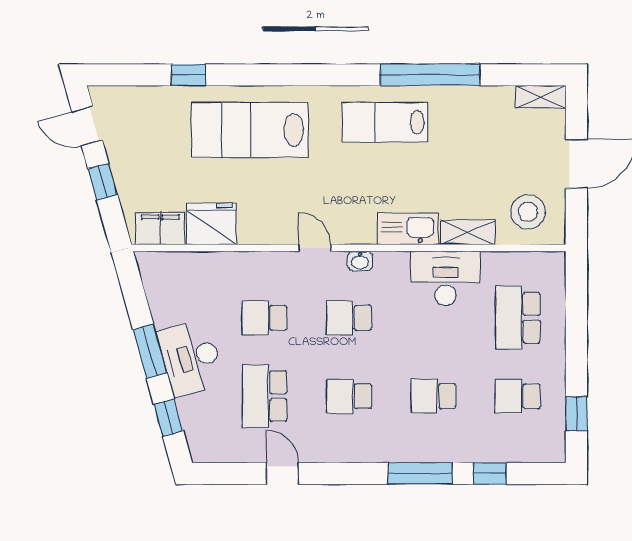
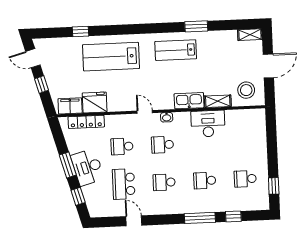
window: (430, 75) -> (196, 26), width x0.47
locker: (192, 263) -> (86, 122), added
school desk: (518, 318) -> (244, 141), removed

